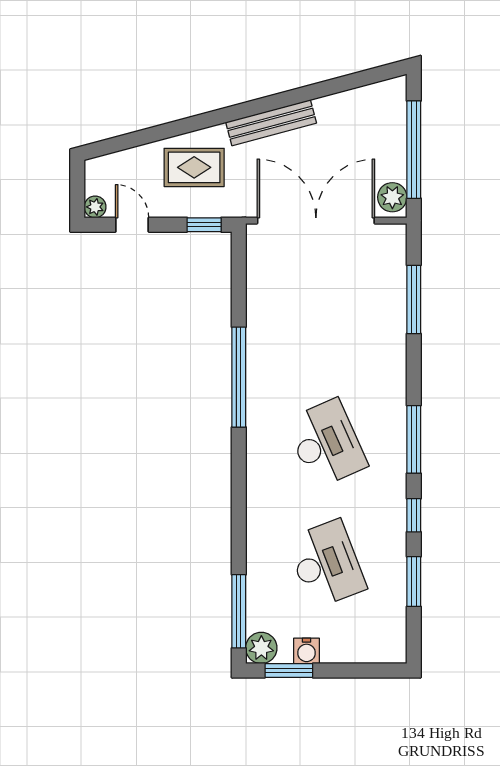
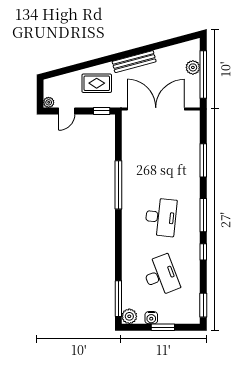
plant: (392, 197) -> (193, 67), moved
door: (132, 225) -> (67, 111), swing flipped
window: (414, 299) -> (203, 160), moved
desk: (326, 443) -> (161, 217), turned 30
window: (414, 582) -> (203, 305), moved
window: (289, 671) -> (163, 327), moved

